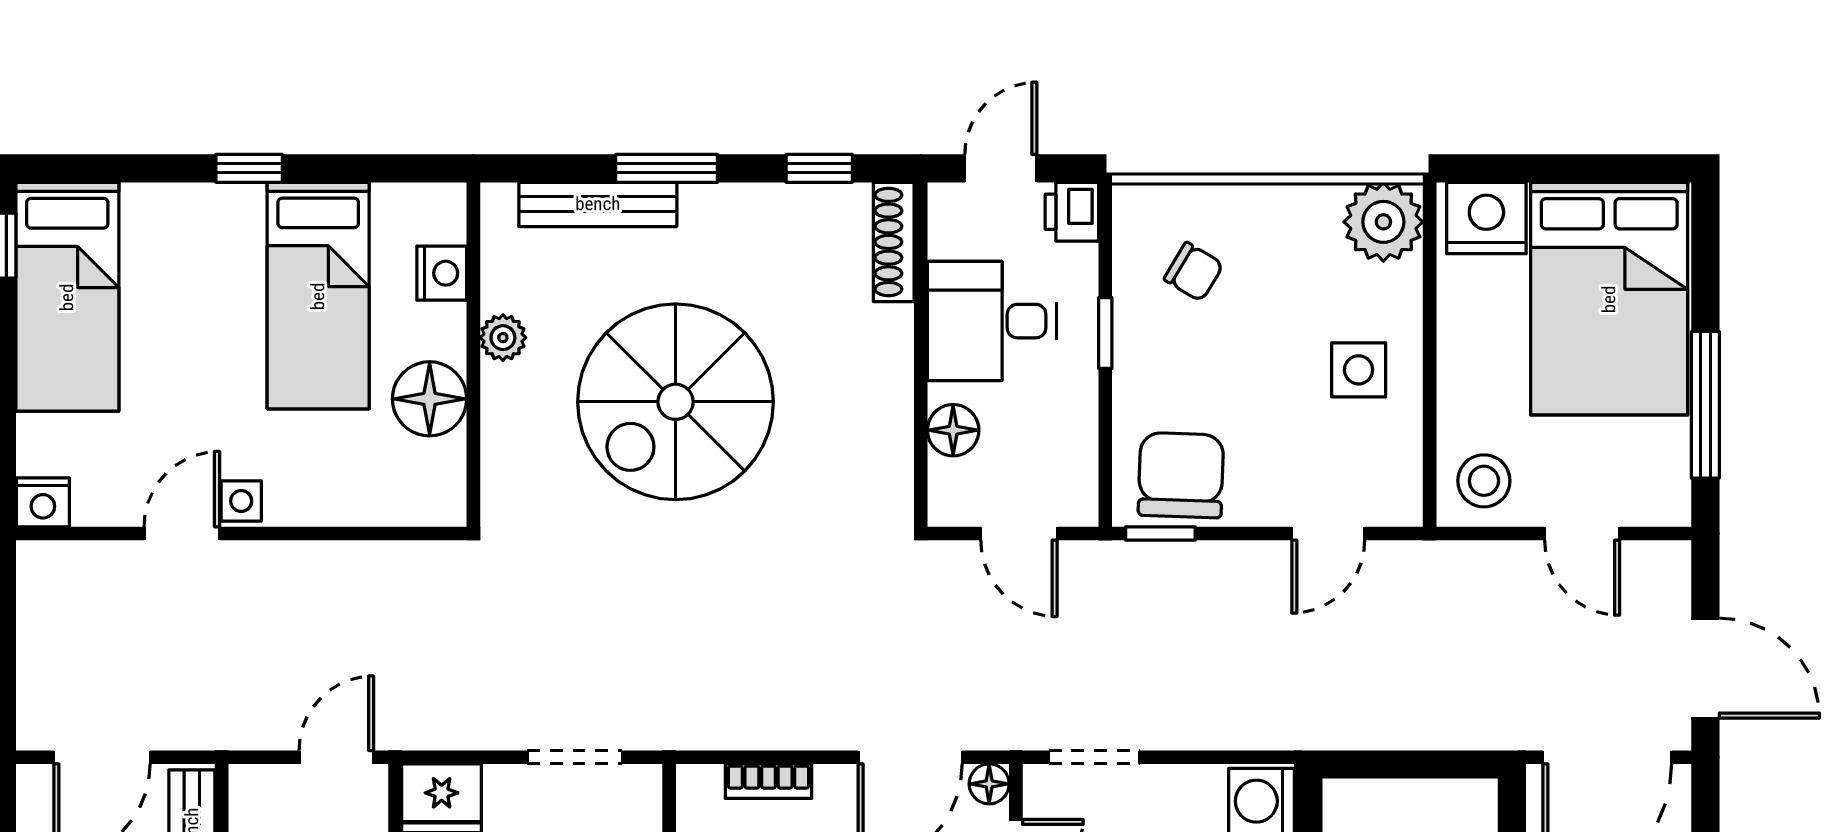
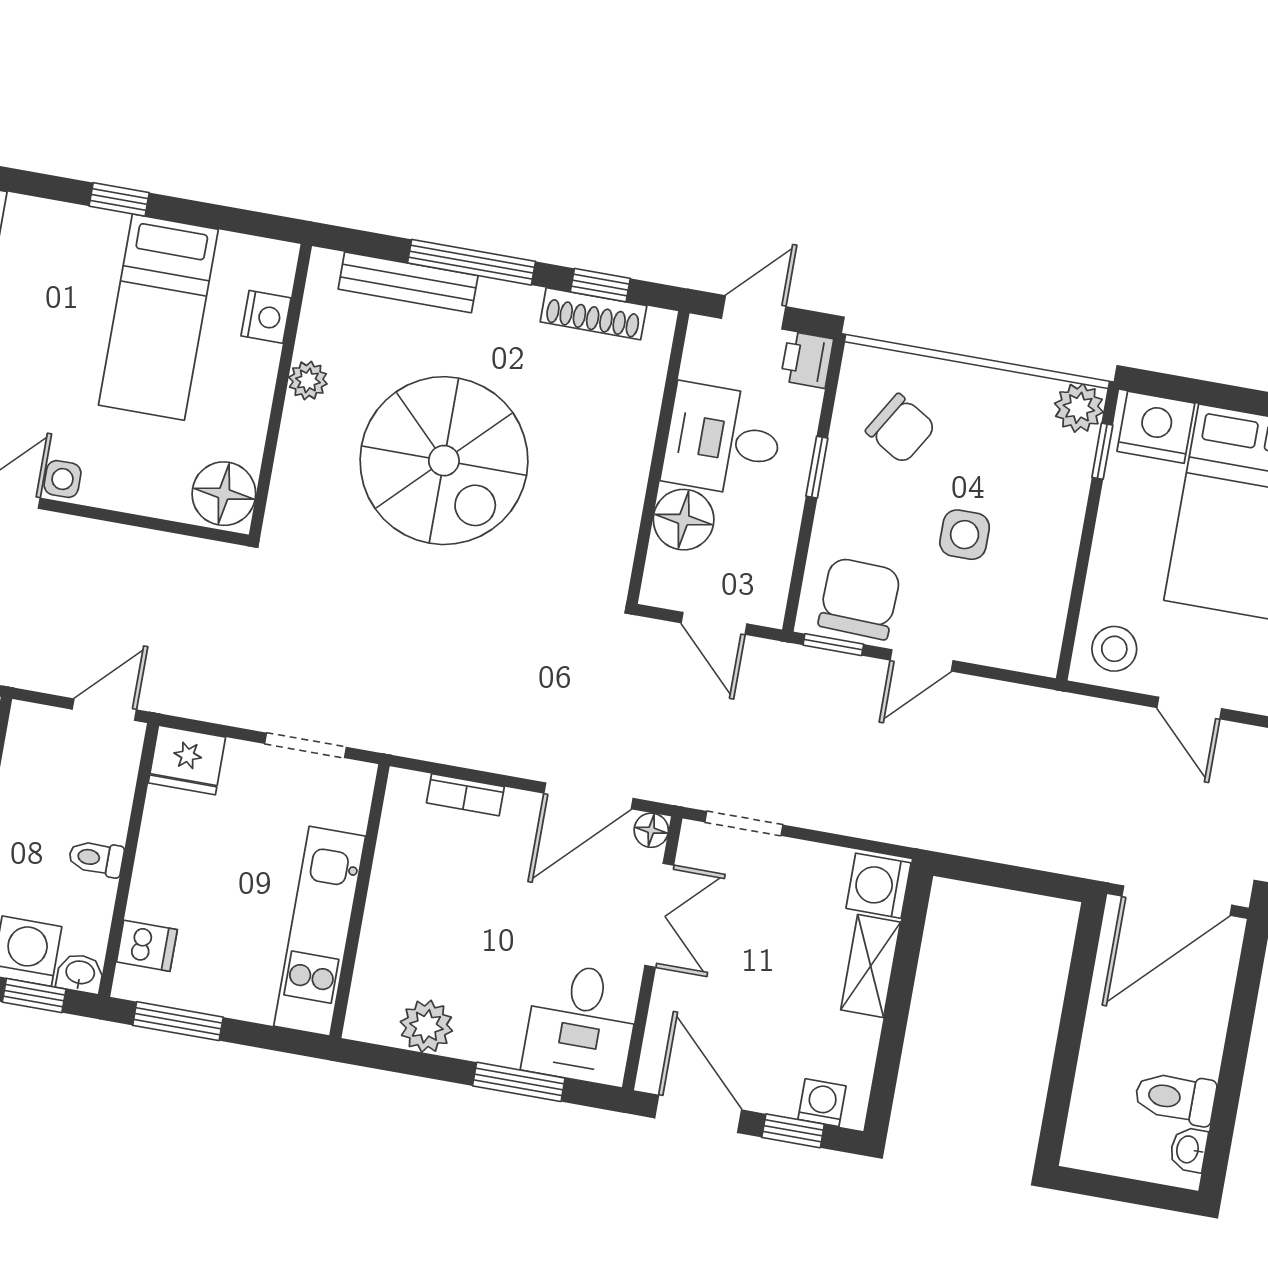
window: (667, 168) -> (471, 262), width x1.44
plant: (1383, 222) -> (1079, 408), width x0.73, depth x0.73
shoe rack: (894, 242) -> (593, 314), moved, turned -90
window: (1430, 256) -> (1102, 451), added
chair: (1194, 272) -> (901, 429), width x1.37, depth x1.37
side table: (1359, 370) -> (965, 535), moved
floor lamp: (430, 399) -> (224, 494), moved
spiral stairs: (676, 402) -> (444, 461), turned -90
floor lamp: (953, 430) -> (684, 520), width x1.38, depth x1.38
door: (1328, 534) -> (922, 660), moved

